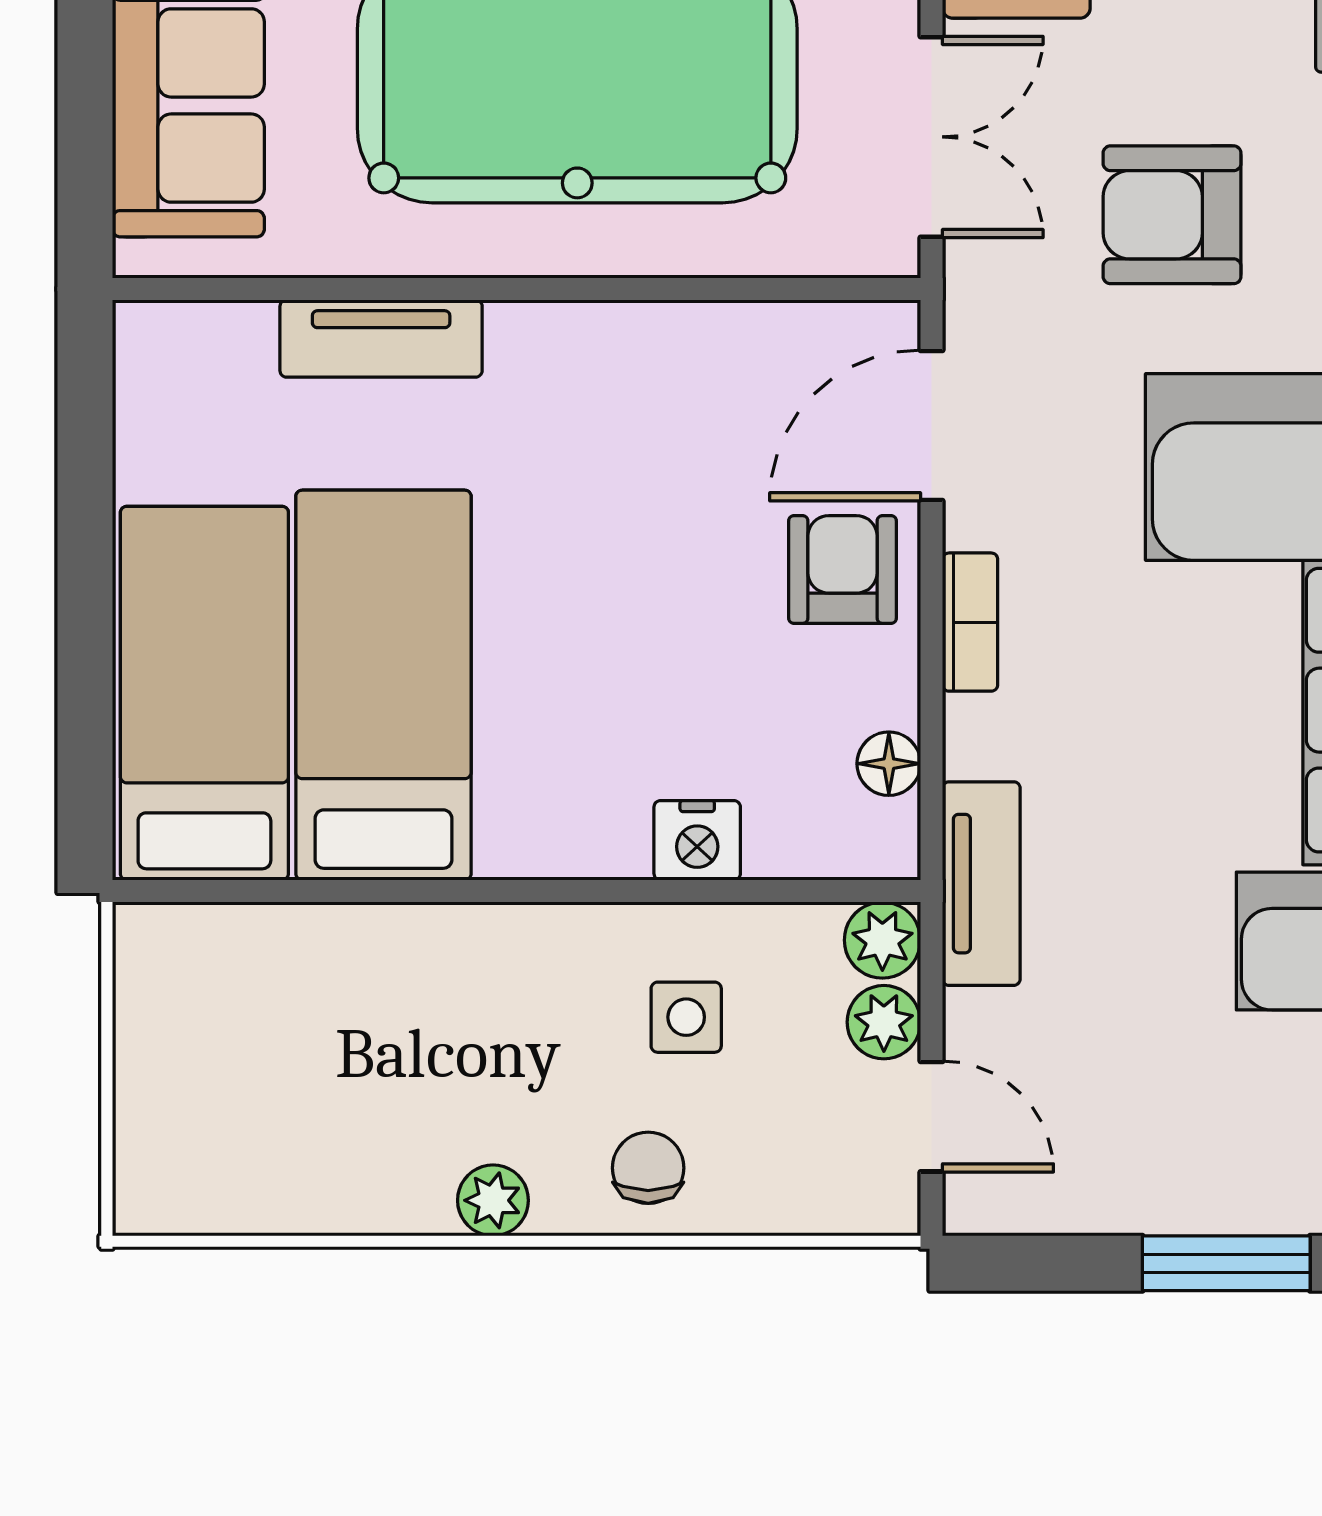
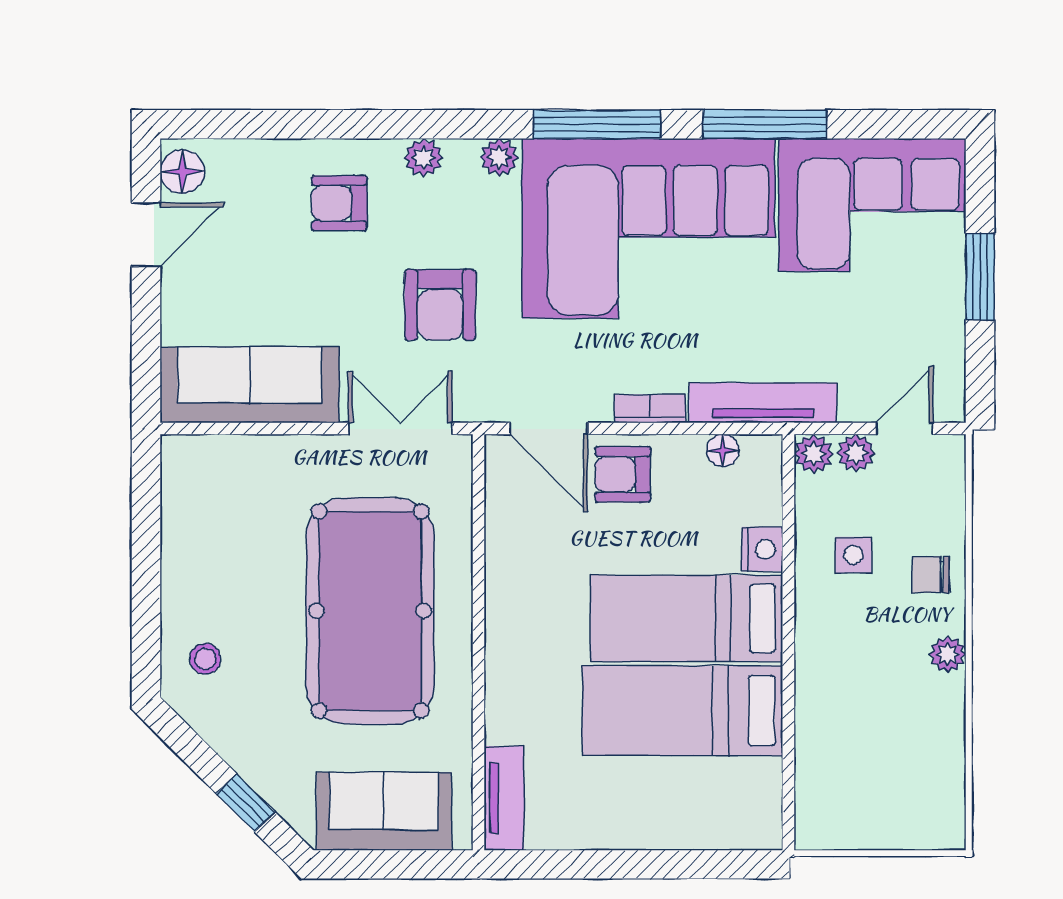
tv unit: (381, 339) -> (504, 798), moved
bed: (204, 693) -> (687, 618), moved
tv unit: (981, 884) -> (763, 403), width x1.41

